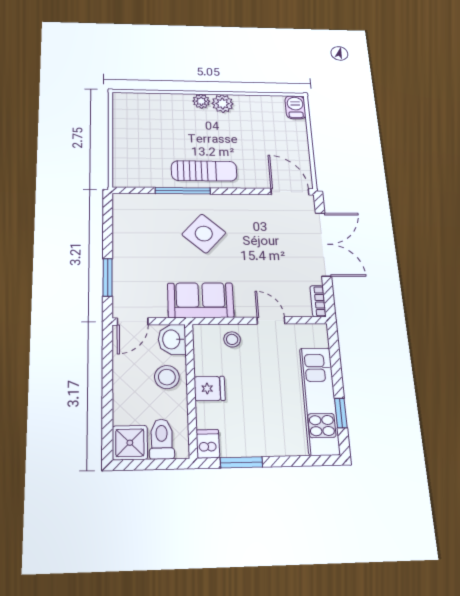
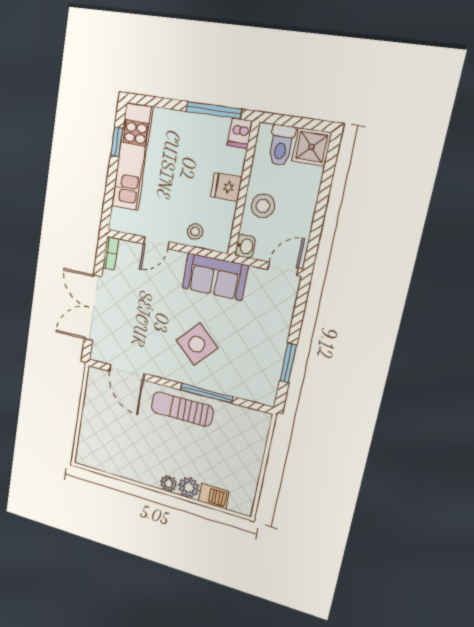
plant: (223, 104) -> (189, 487), moved
barbecue: (295, 107) -> (214, 496), moved, turned -90
door: (290, 192) -> (127, 372), moved
window: (108, 277) -> (288, 363), moved
door: (271, 321) -> (156, 243), hinge flipped
washbasin: (172, 339) -> (245, 246), width x0.72, depth x0.69
window: (242, 462) -> (214, 110), width x1.44

